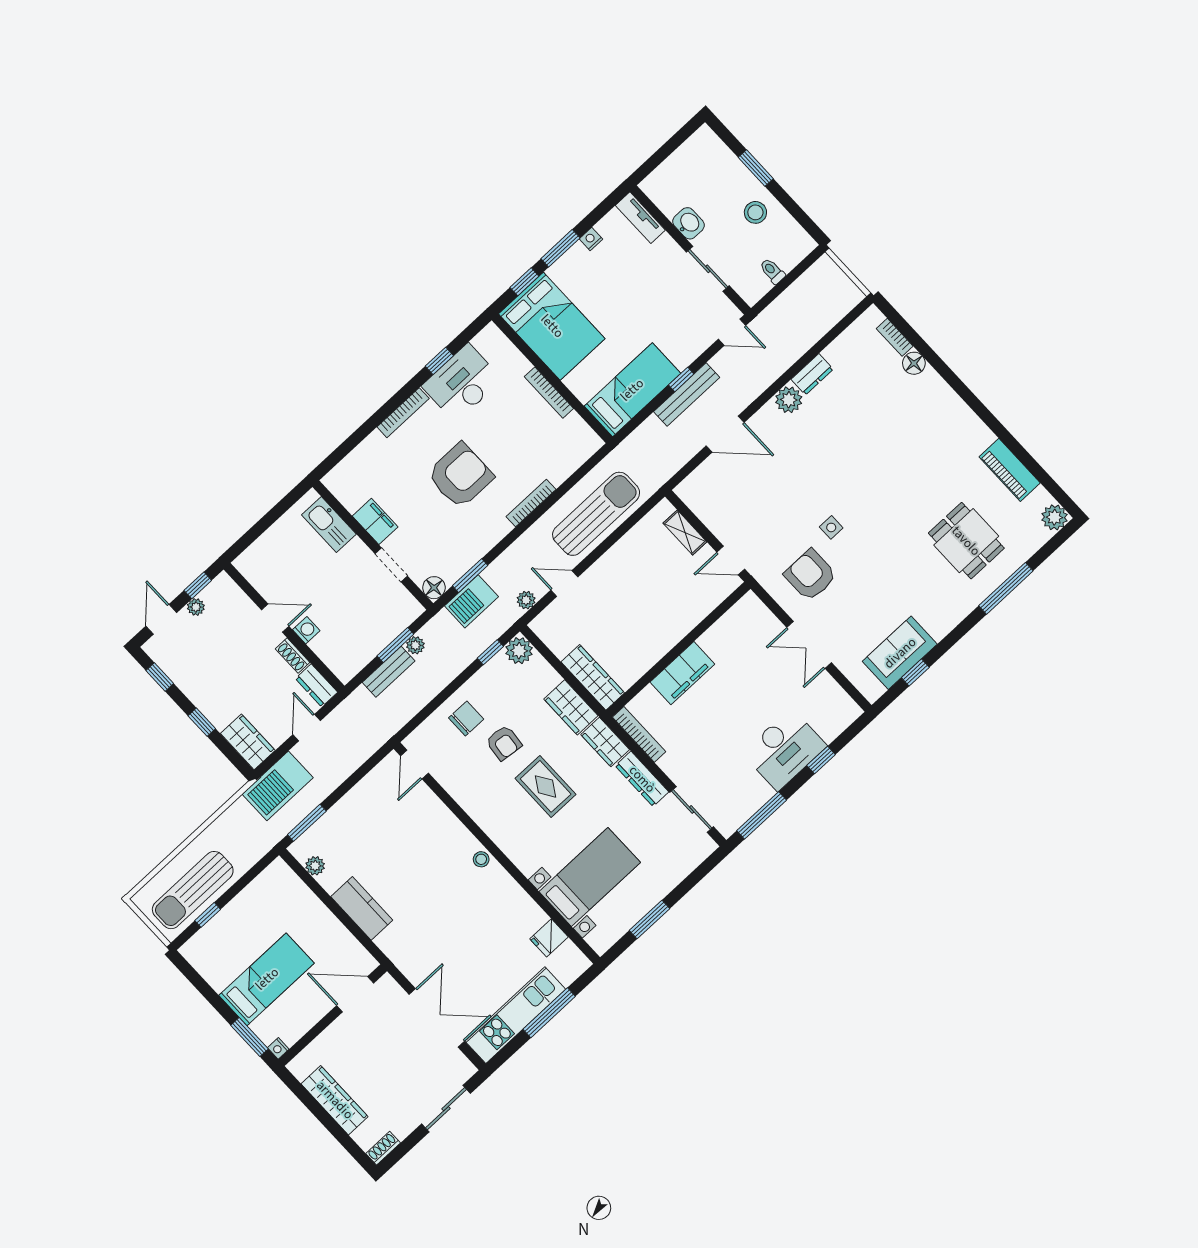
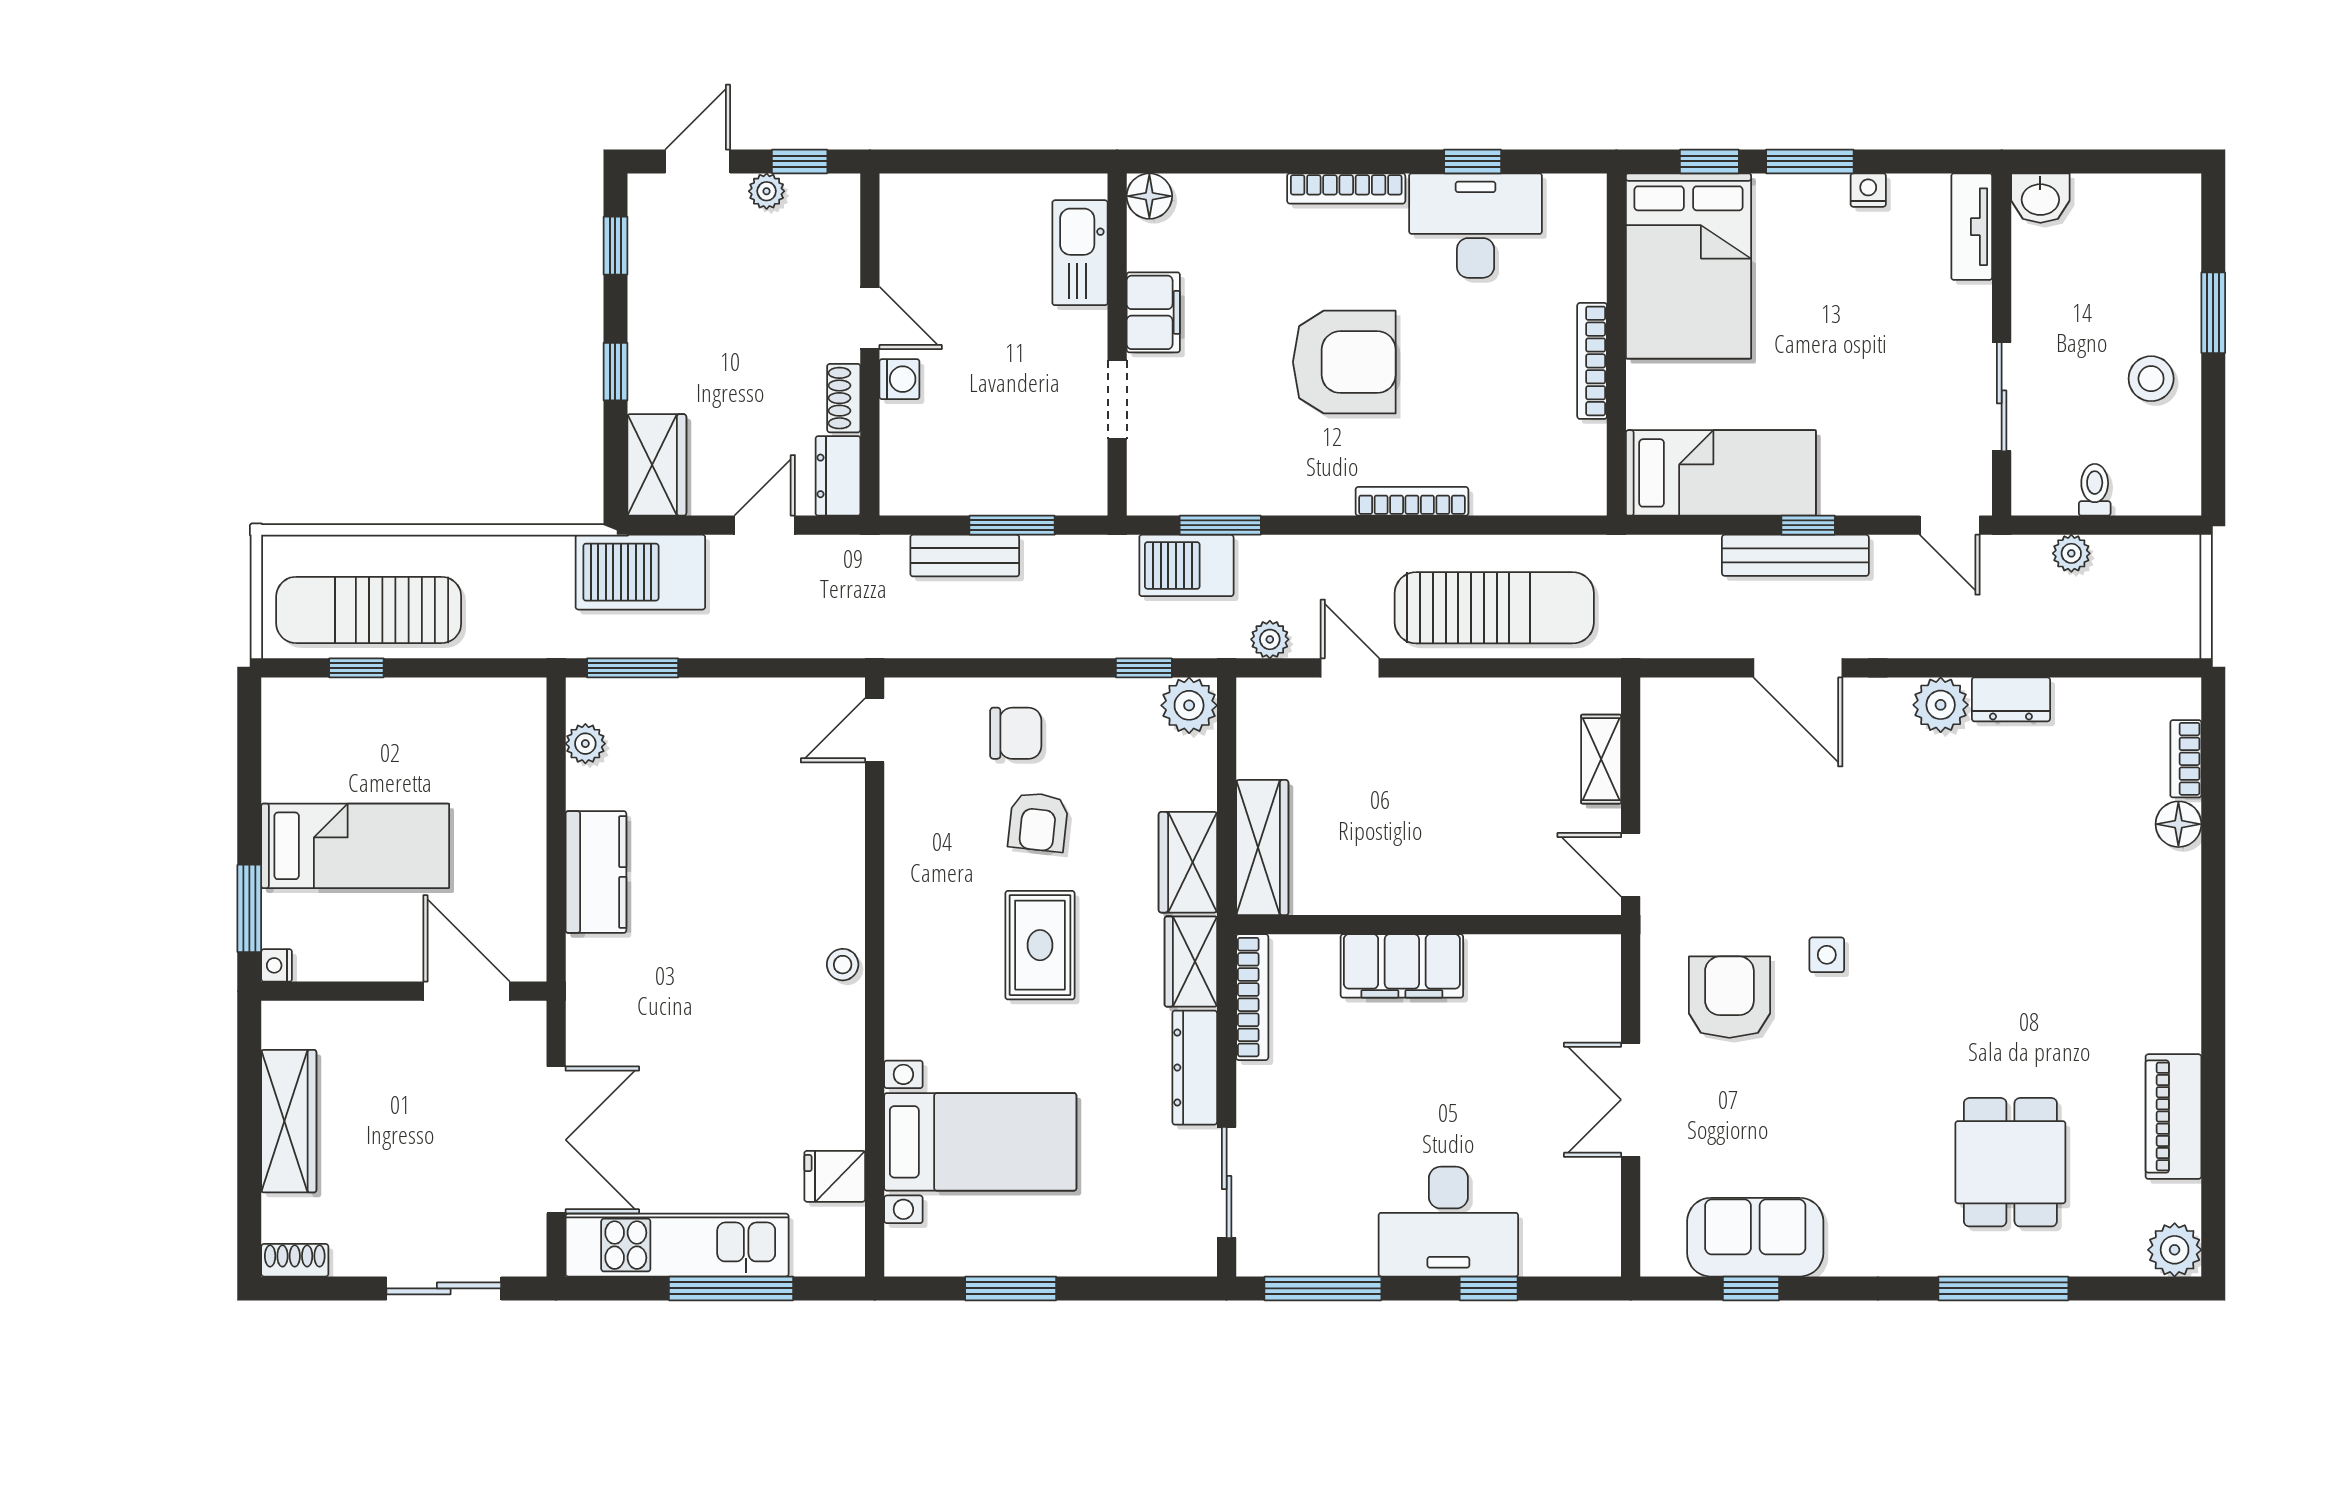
washbasin: (689, 223) -> (2040, 198), moved, turned 90
floor lamp: (434, 588) -> (1149, 196), moved
plant: (415, 645) -> (2071, 553), moved

